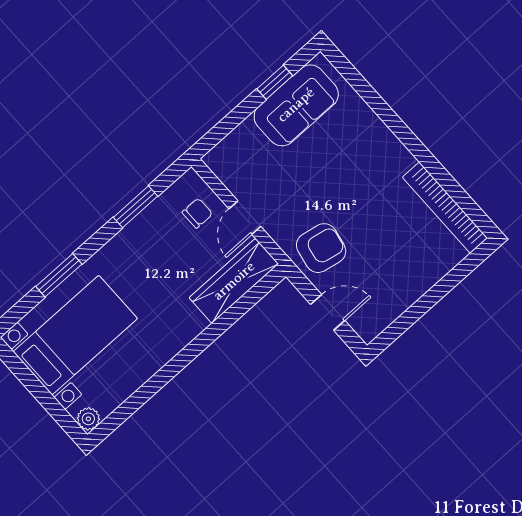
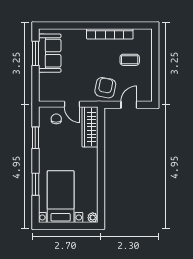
window: (275, 82) -> (35, 53), width x1.50
bookcase: (445, 208) -> (110, 34), moved
coffee table: (403, 247) -> (130, 60), added

